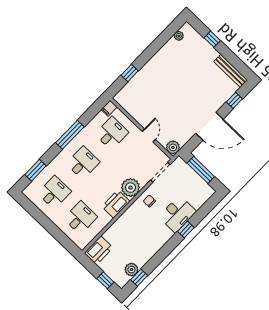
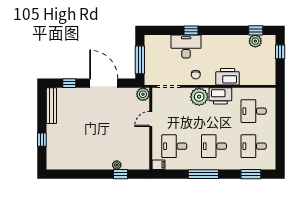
plant: (179, 36) -> (117, 165), moved
printer: (99, 250) -> (228, 77), moved

